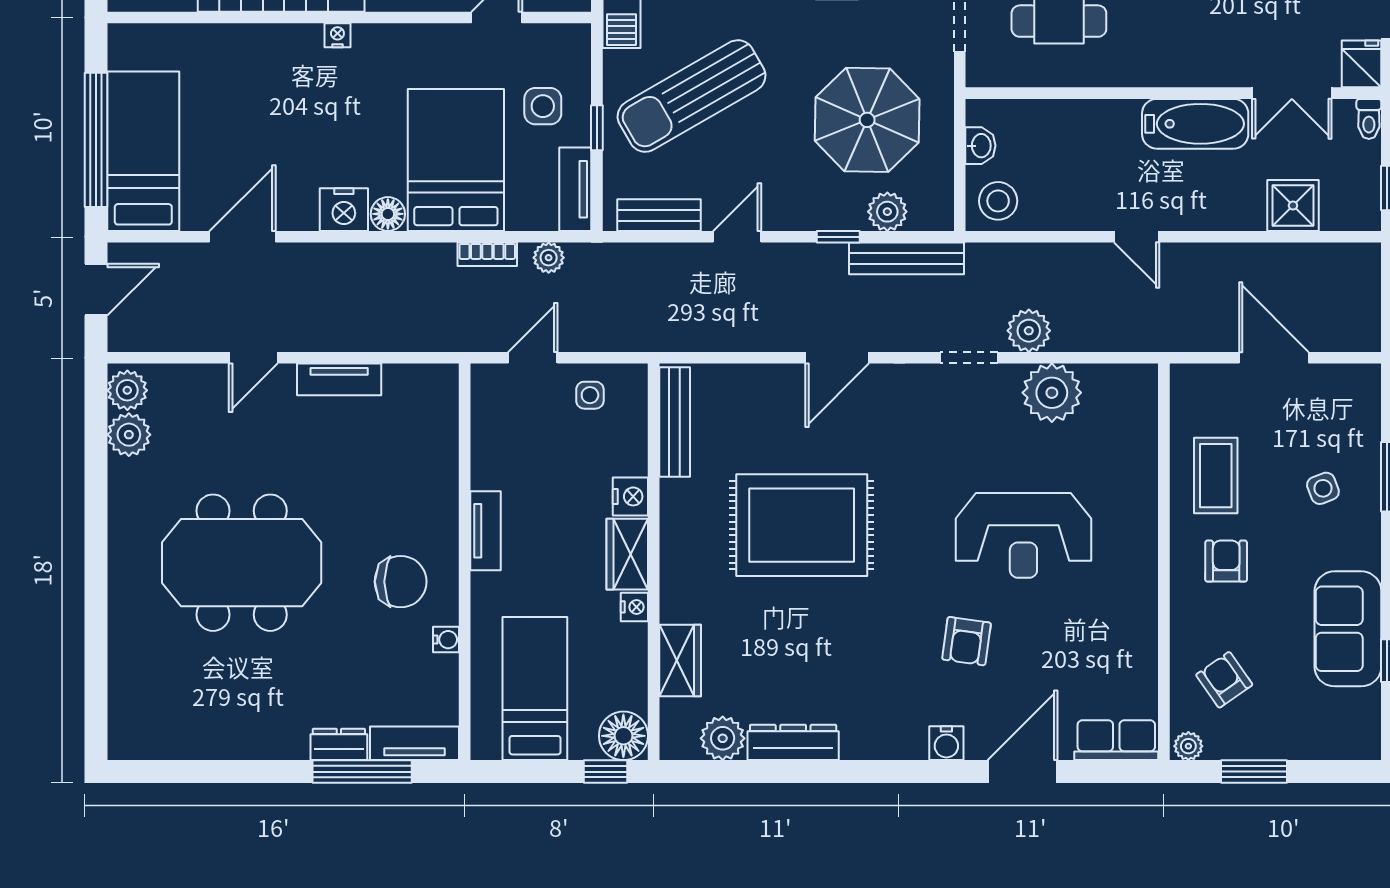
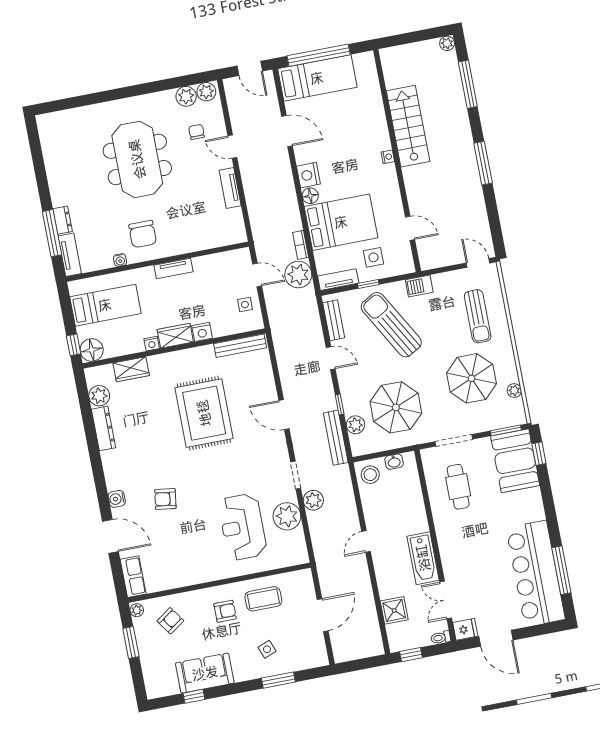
plant: (549, 258) -> (298, 275), width x1.88, depth x1.88
chair: (208, 427) -> (196, 132), added
reception desk: (1023, 535) -> (243, 527), moved

